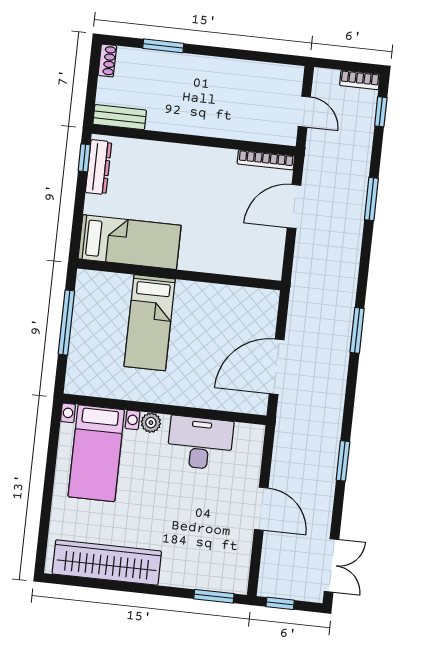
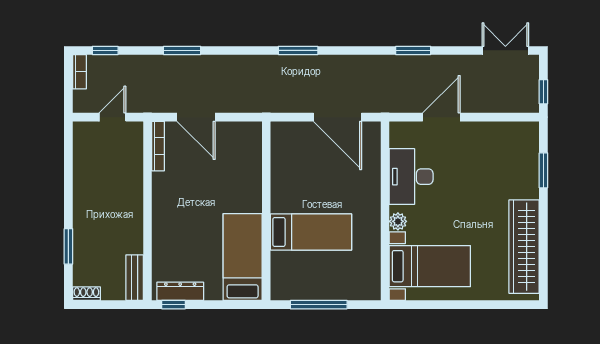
door: (261, 509) -> (441, 117), moved
window: (214, 596) -> (543, 170), moved

